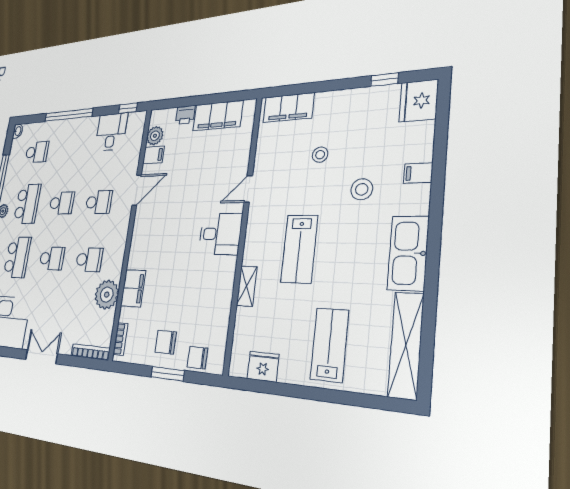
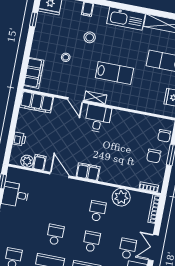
filing cabinet: (218, 116) -> (37, 102), moved, turned 90
school desk: (99, 202) -> (128, 249), moved
shelving: (247, 286) -> (95, 98), moved
filing cabinet: (133, 288) -> (88, 172), moved

